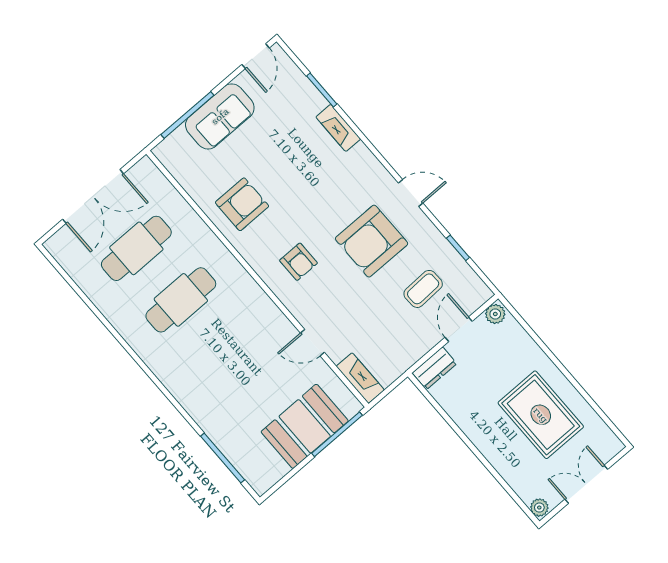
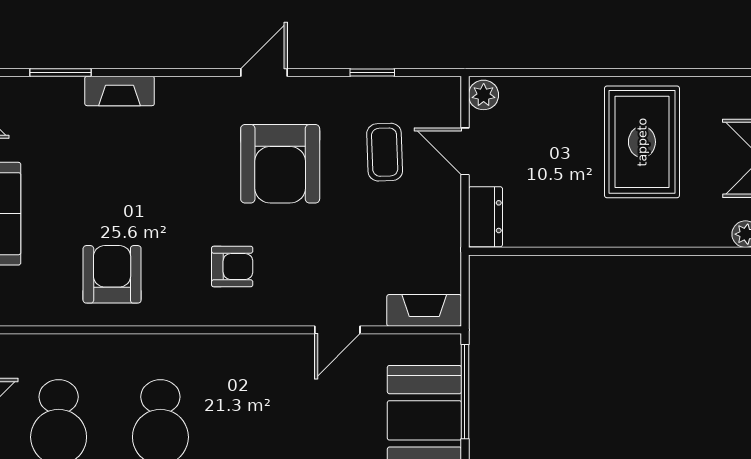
rug: (541, 415) -> (642, 142), turned 90

